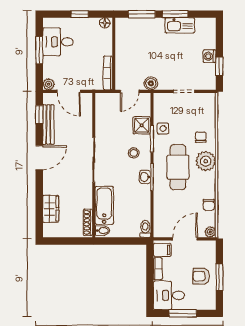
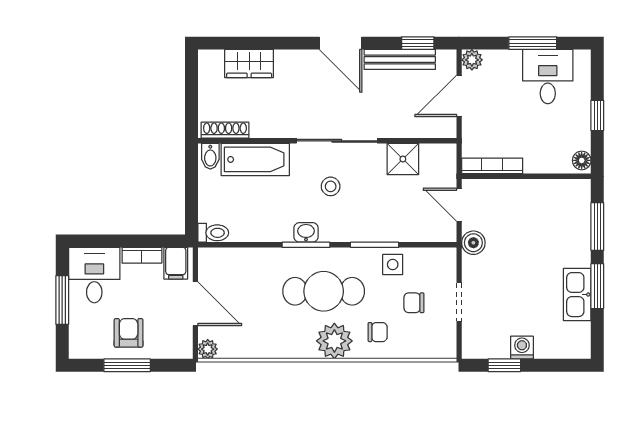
shower: (142, 125) -> (403, 159), moved
stool: (134, 153) -> (331, 186), moved
chair: (209, 205) -> (414, 303), moved

